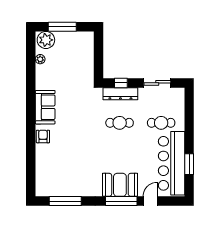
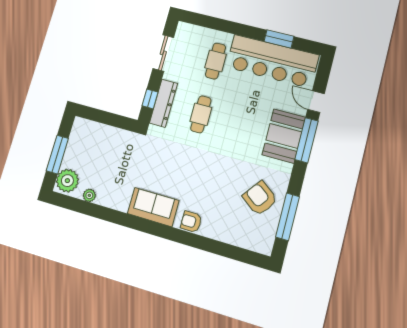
armchair: (72, 179) -> (260, 198), added

